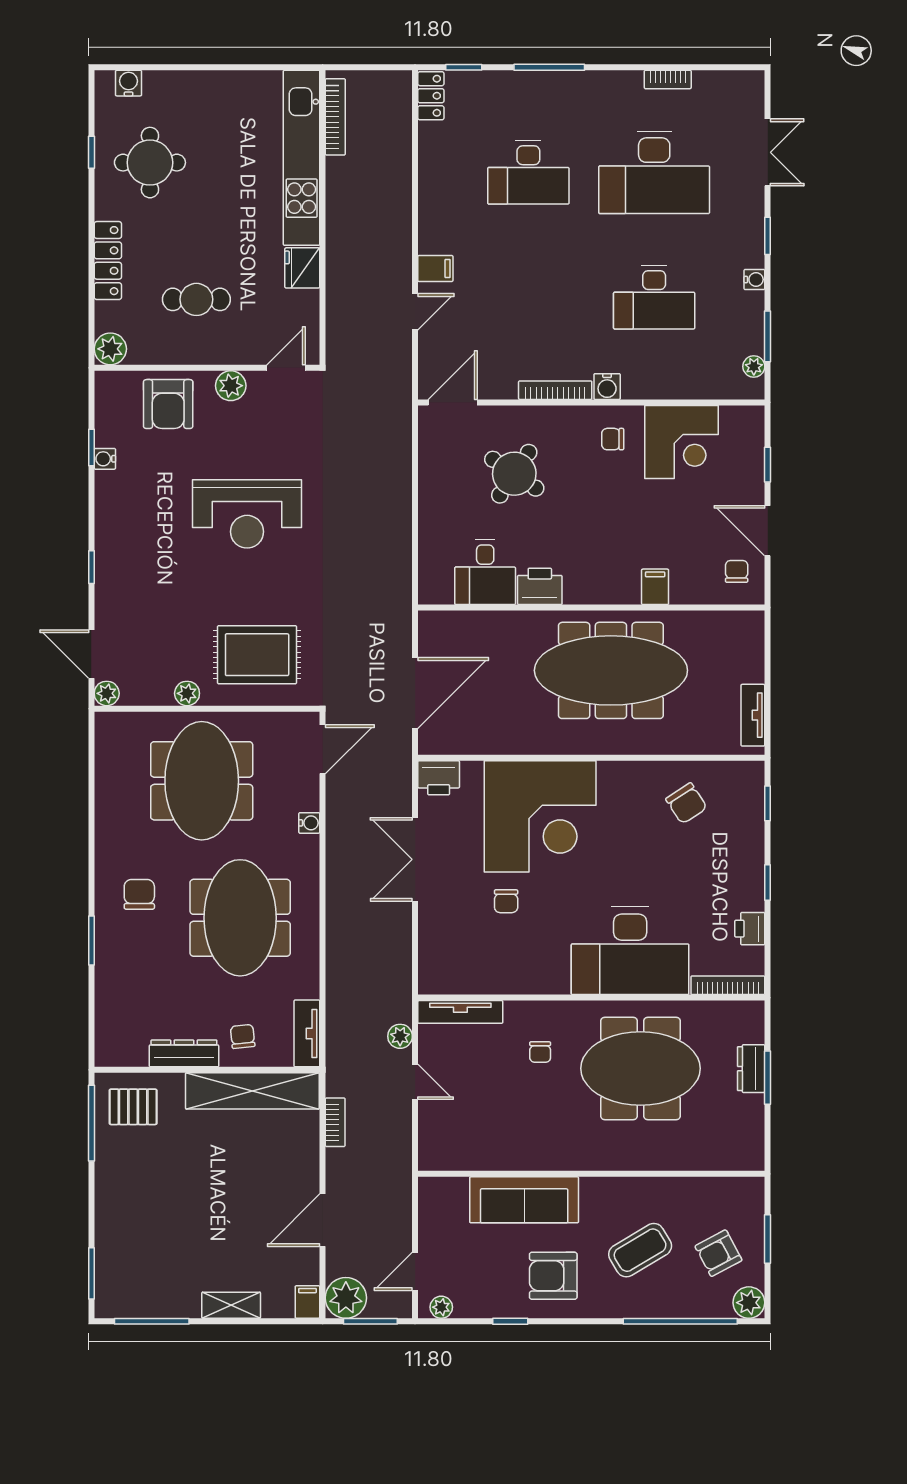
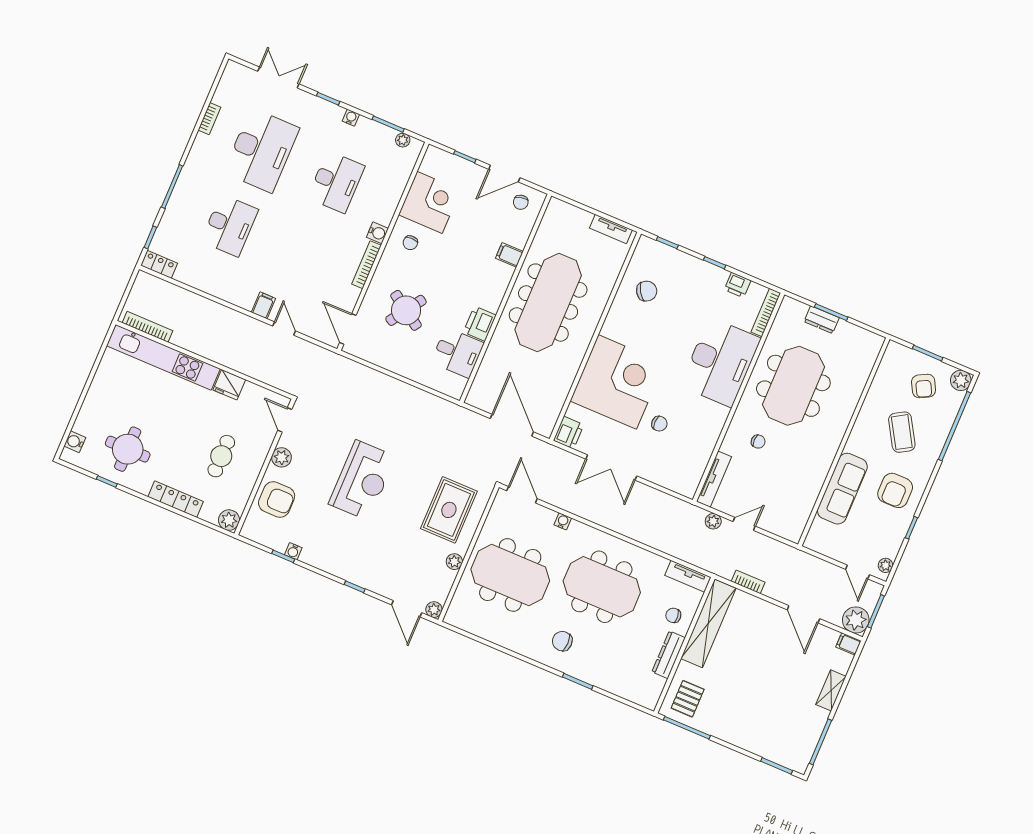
chair: (737, 571) -> (521, 202), turned -103
door: (91, 654) -> (407, 609), hinge flipped

